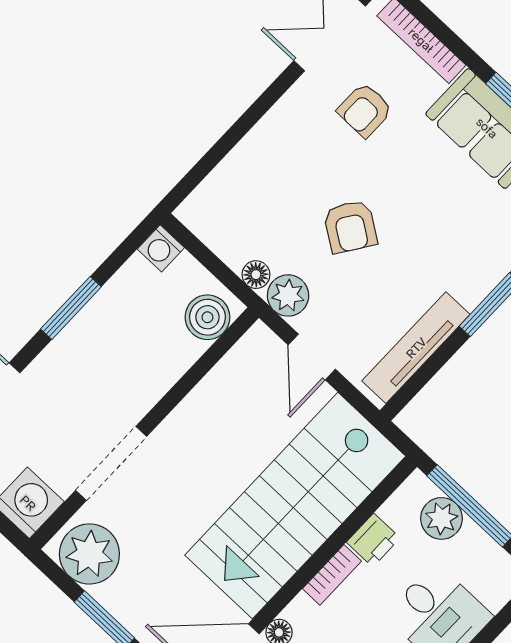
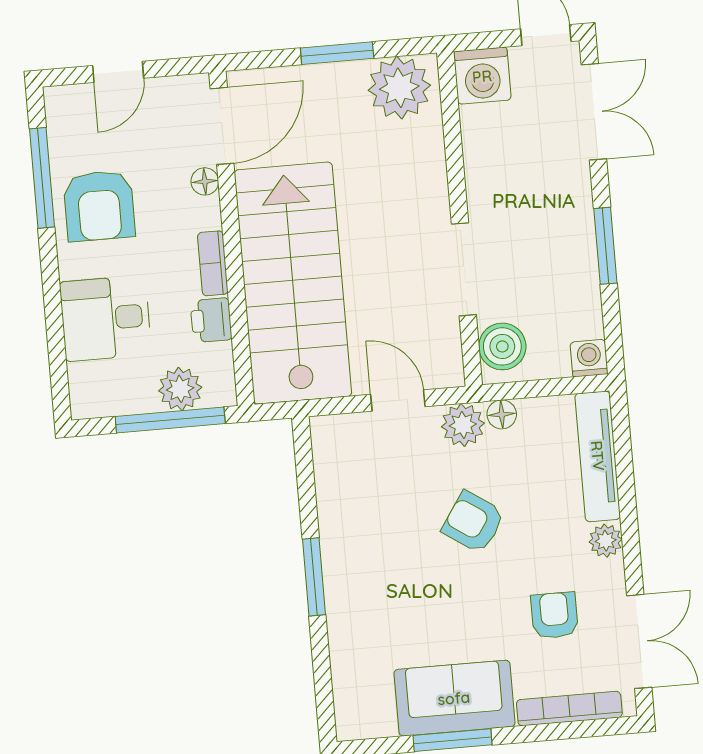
plant: (280, 121) -> (606, 541), added
tv unit: (416, 348) -> (598, 456), moved, turned 180
doorway: (111, 463) -> (464, 269), moved

